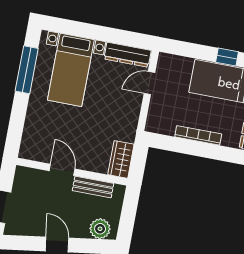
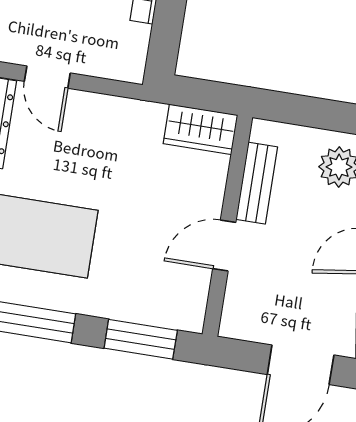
window: (16, 126) -> (141, 339), added

